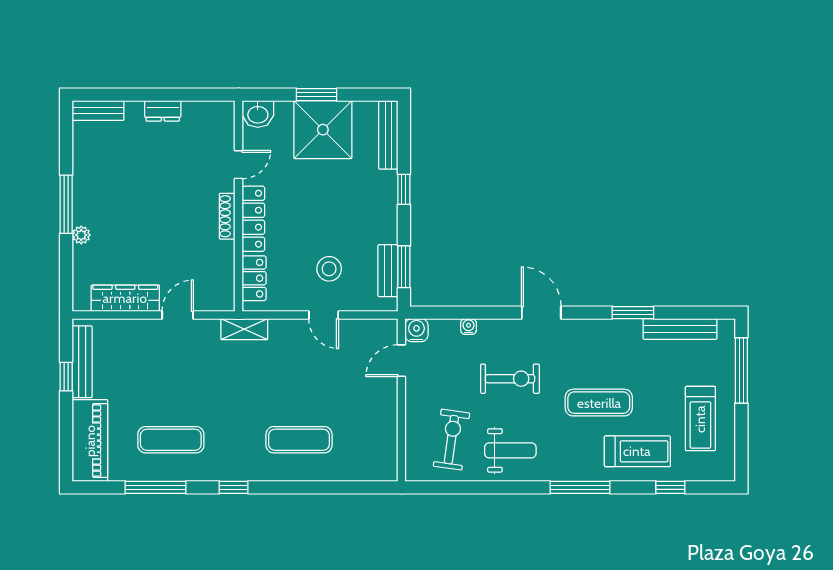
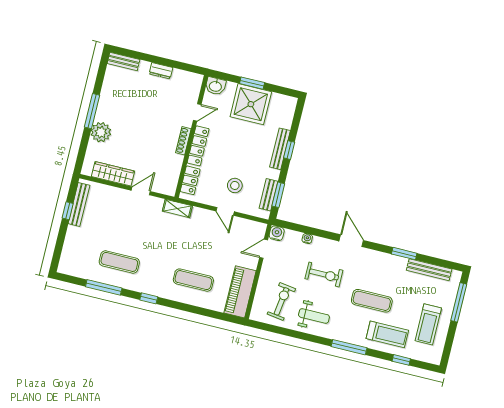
bench: (388, 135) -> (280, 149), moved
plant: (81, 235) -> (101, 132), width x1.87, depth x1.87
piano: (90, 441) -> (240, 292), moved, turned 180

